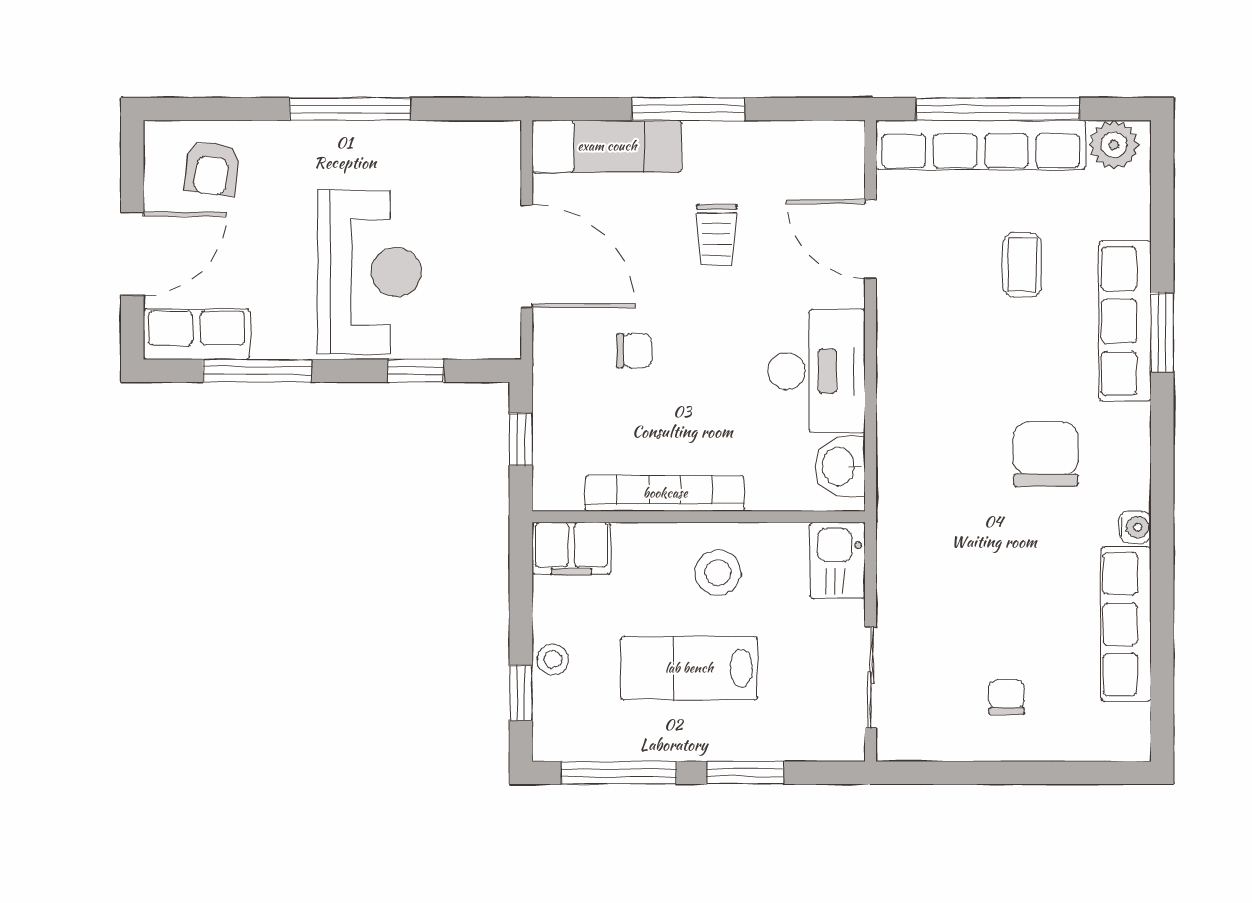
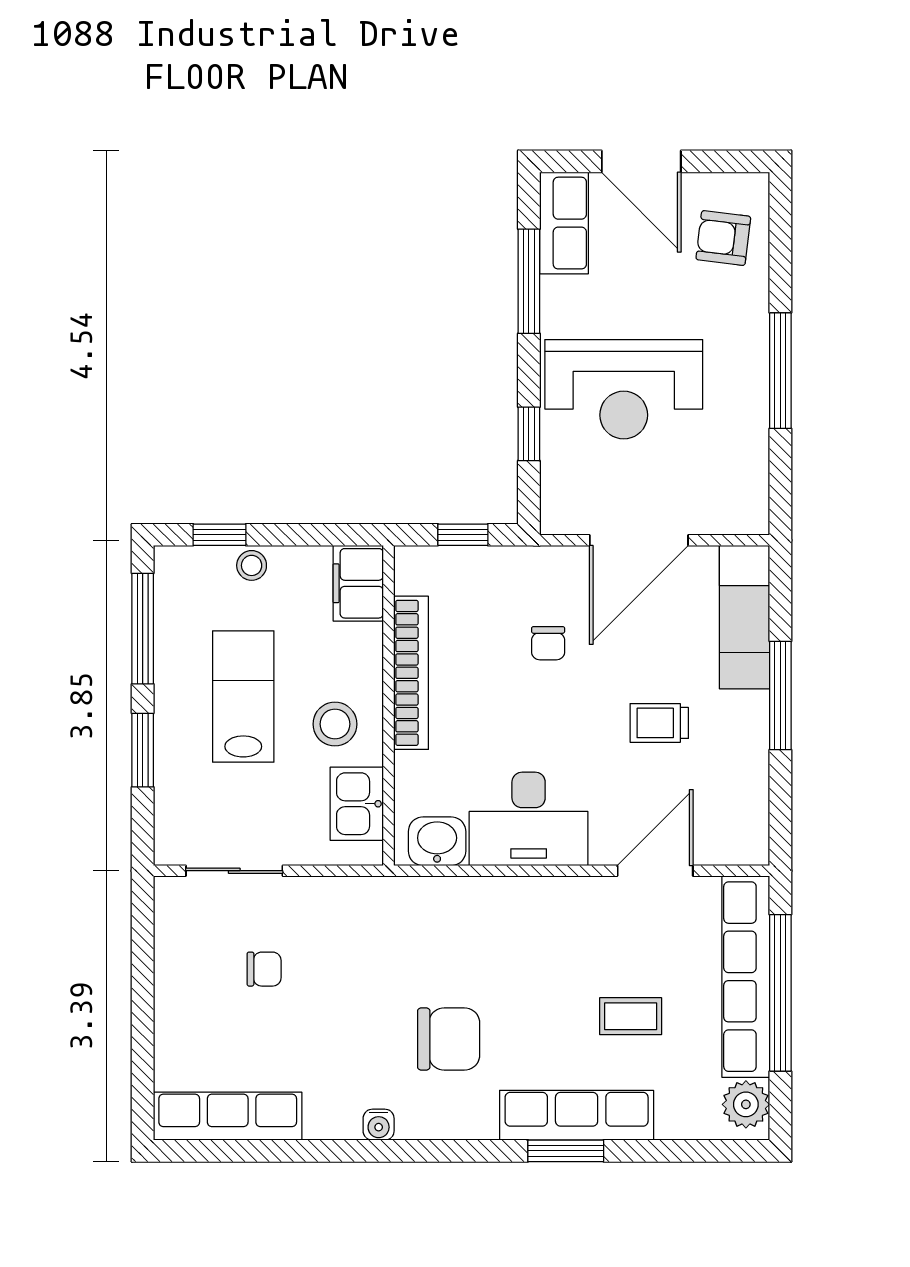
kitchen sink: (838, 560) -> (357, 804), moved, turned -90
row of seats: (1126, 624) -> (228, 1116), moved
chair: (1007, 697) -> (264, 969), moved

